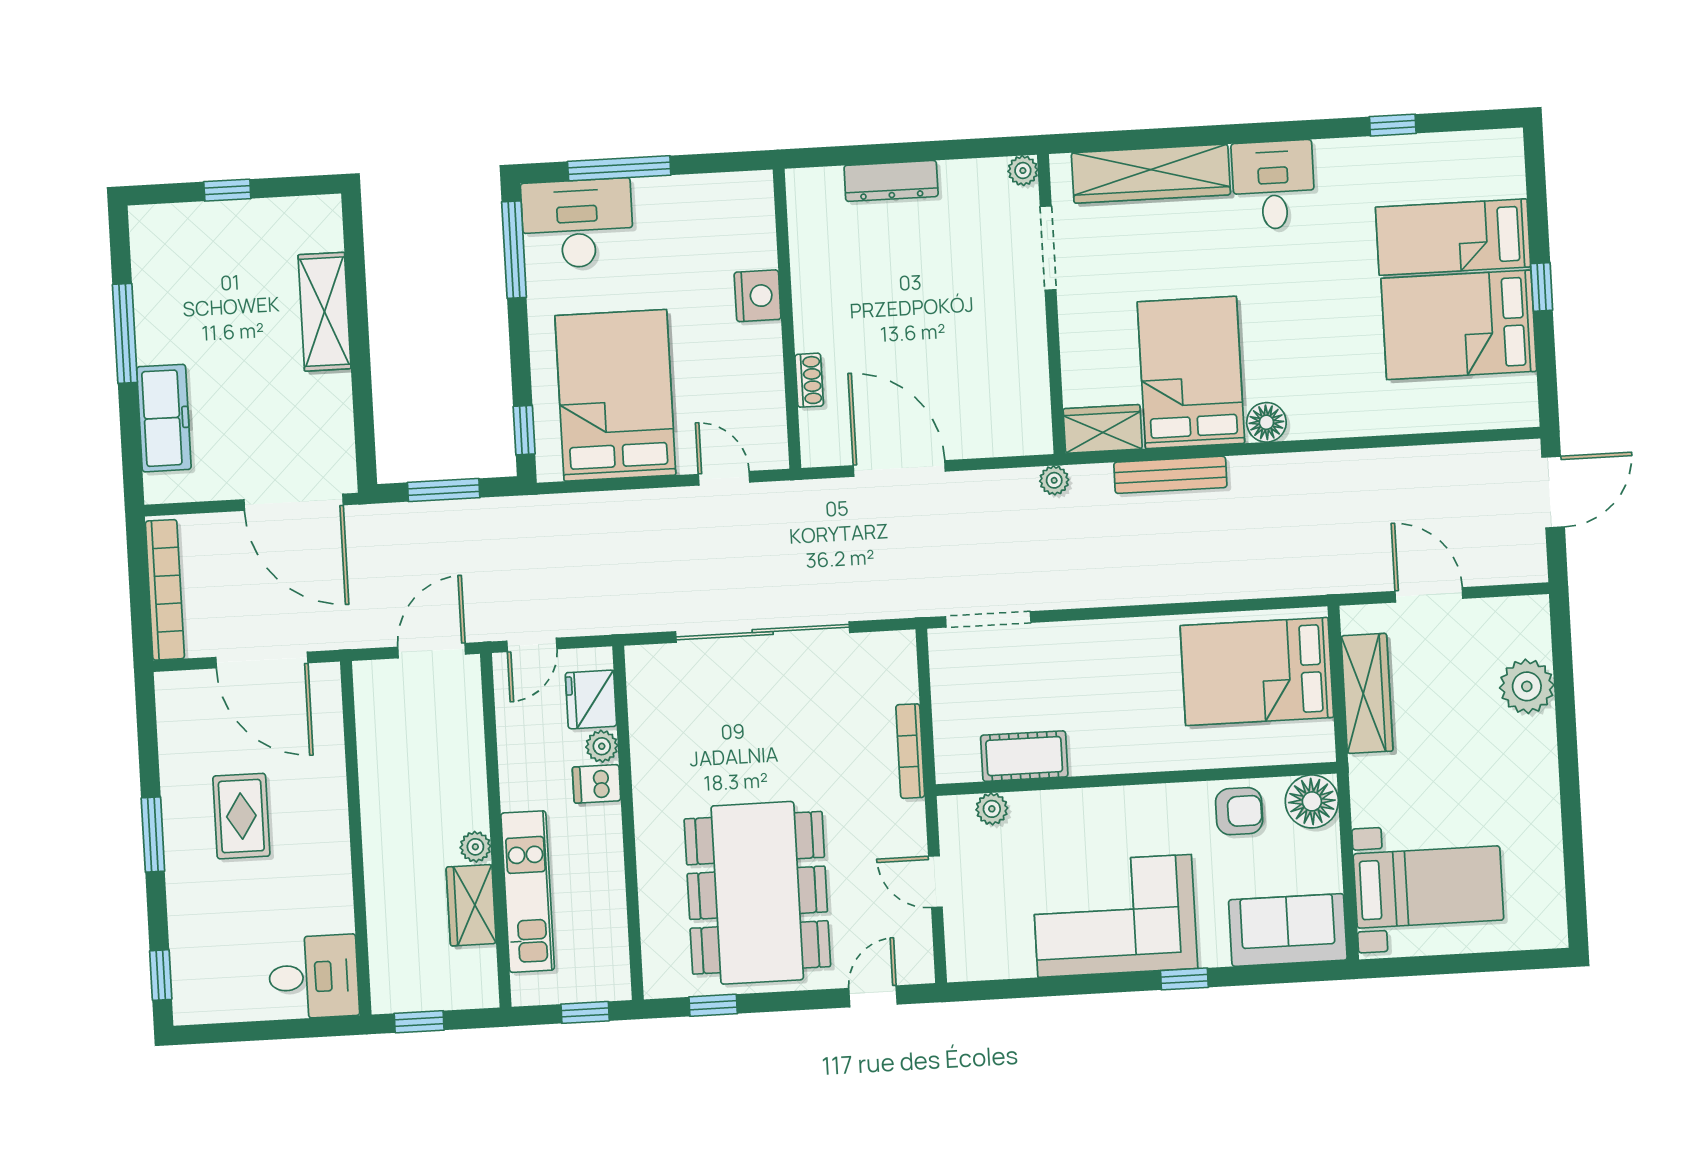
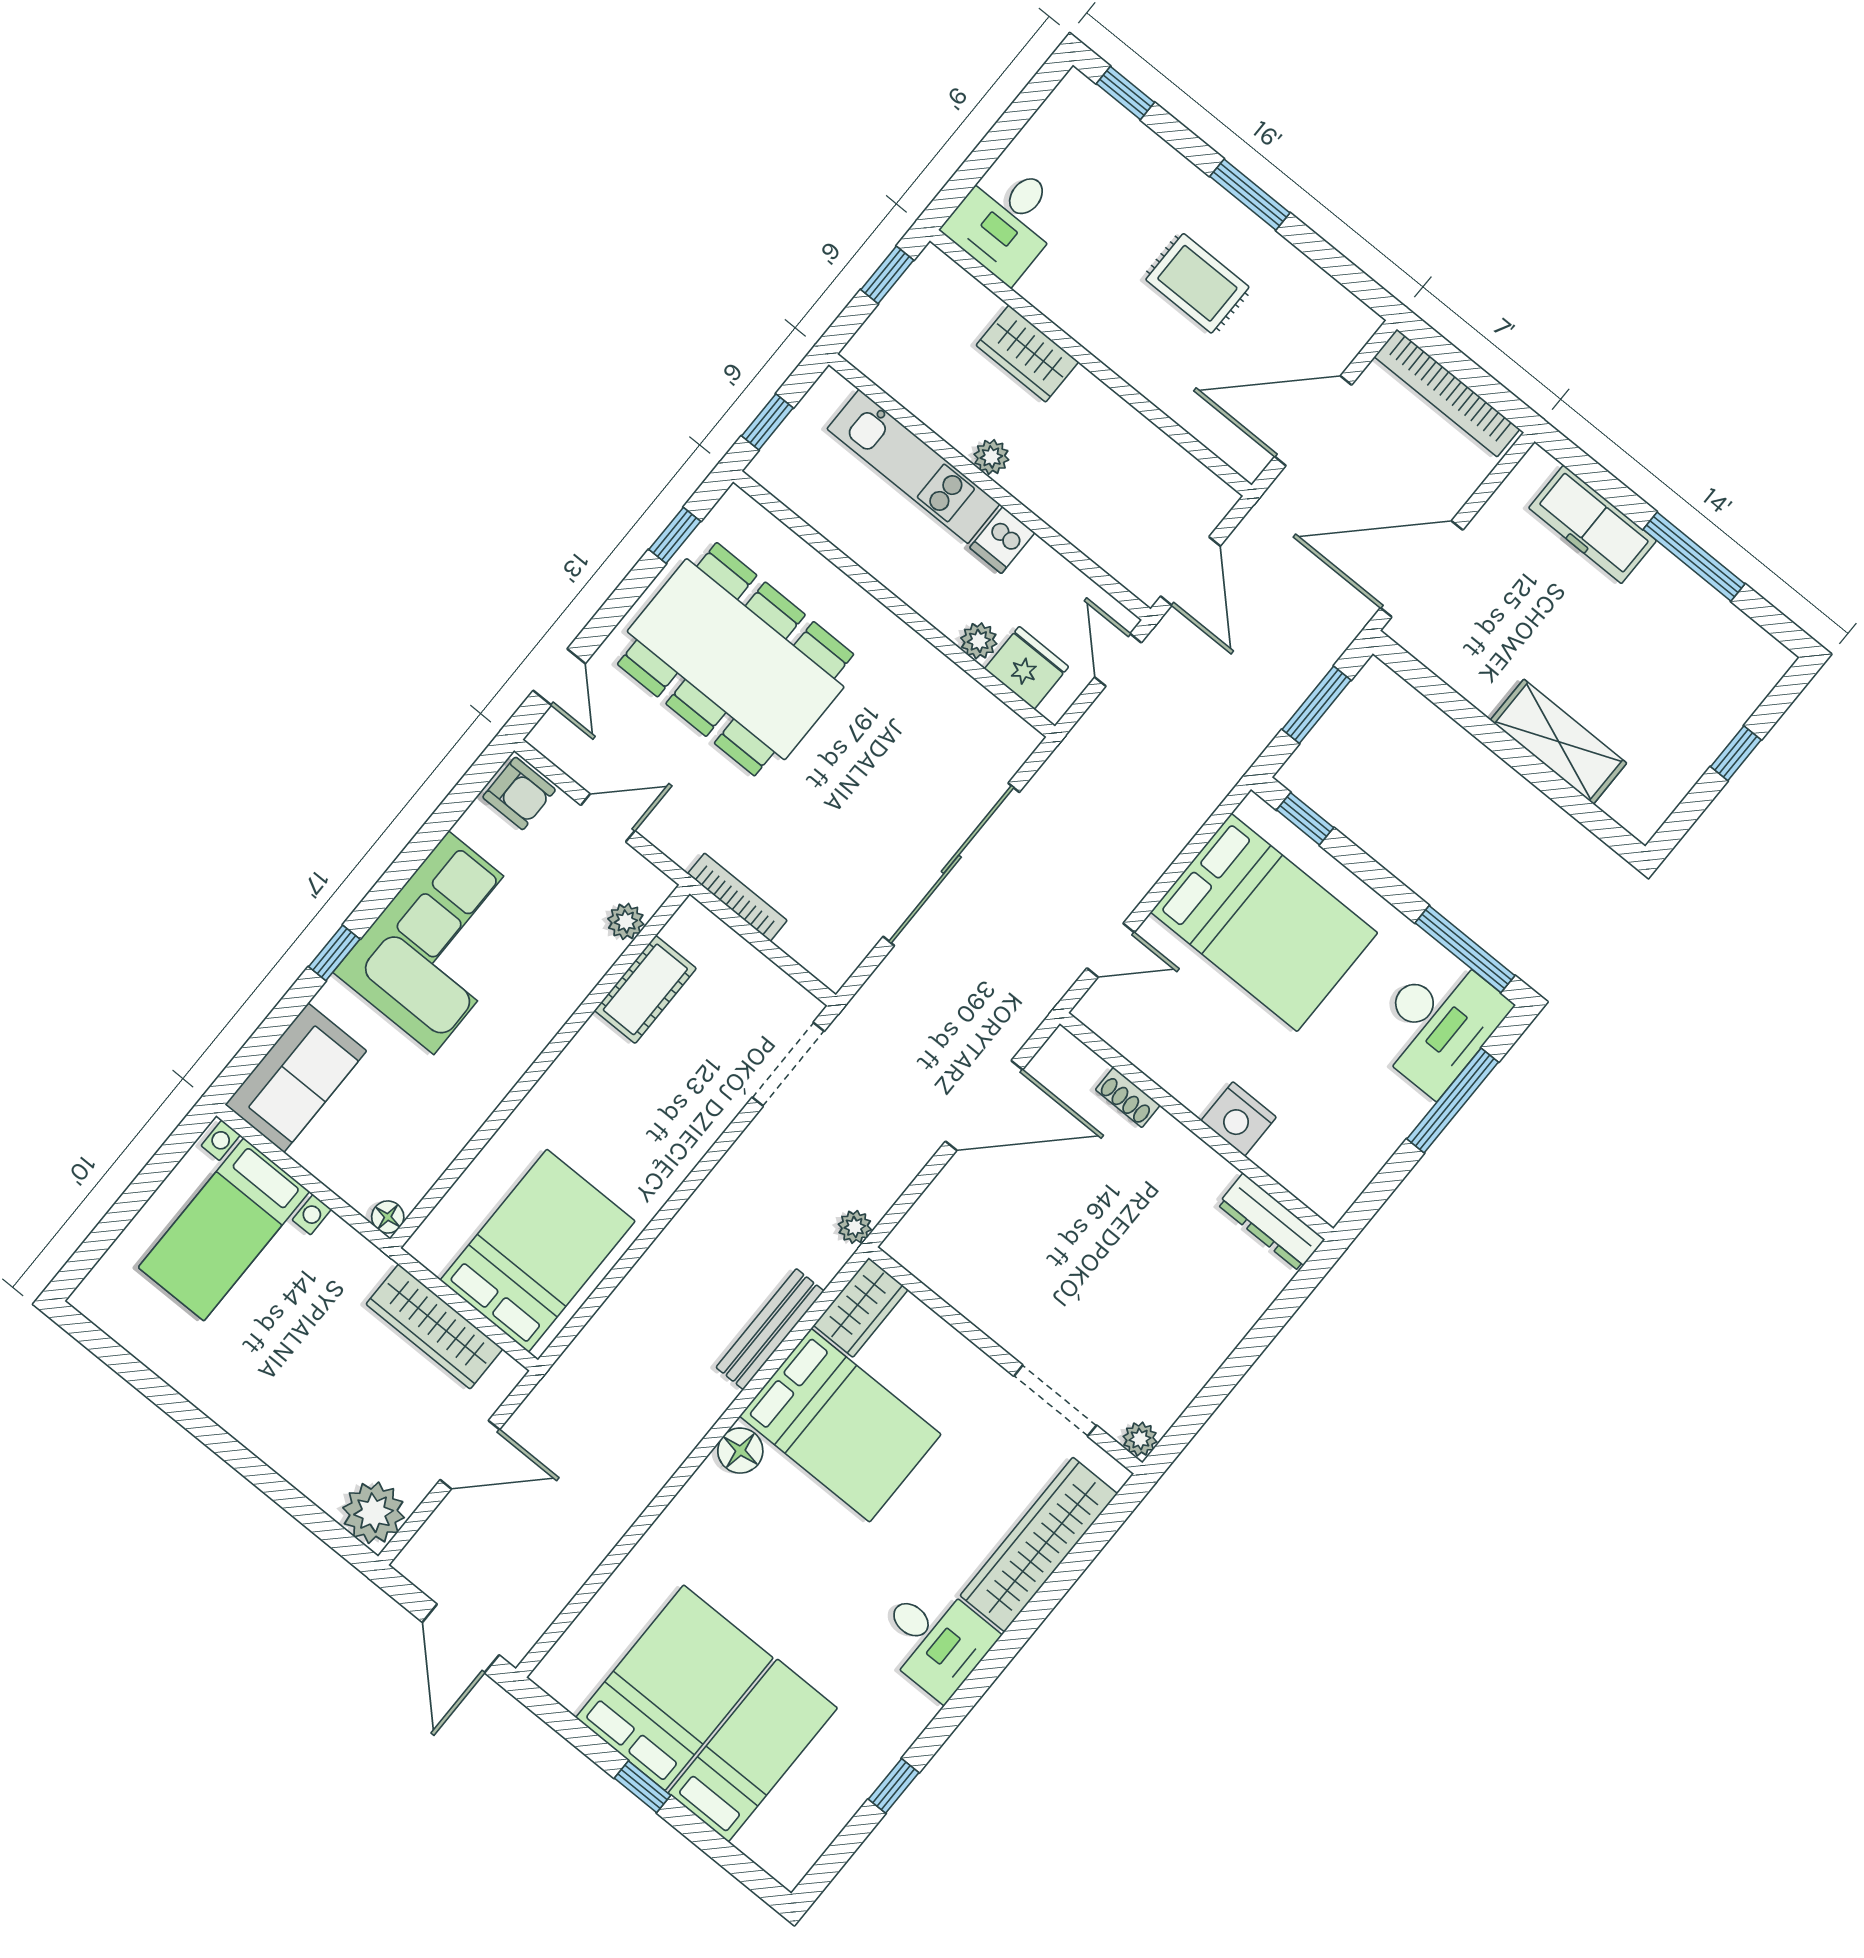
dresser: (891, 181) -> (1271, 1222), moved, turned -90
plant: (1527, 686) -> (374, 1513), moved
dishwasher: (597, 784) -> (1002, 540), moved, turned 180
floor lamp: (1312, 801) -> (388, 1217), width x0.53, depth x0.53
armchair: (1239, 811) -> (519, 793), moved, turned -90
wardrobe: (471, 905) -> (1027, 354), moved, turned 180

